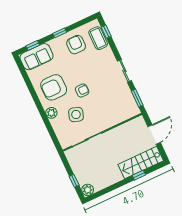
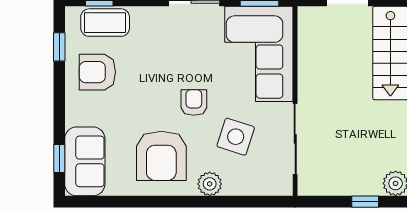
window: (60, 33) -> (59, 47), moved
corner sofa: (115, 108) -> (259, 54), added

